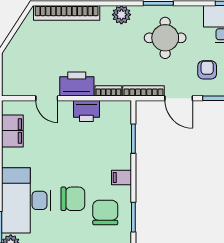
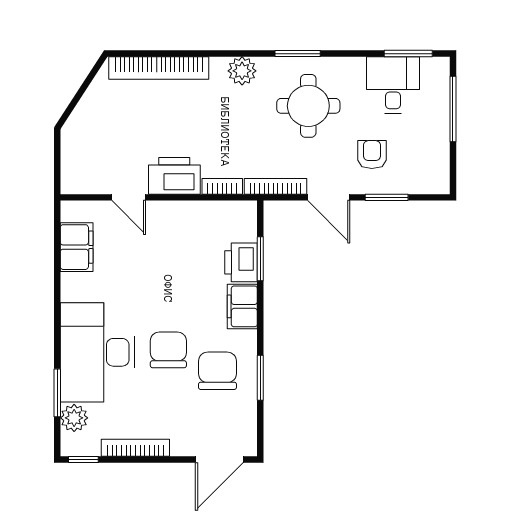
printer: (86, 111) -> (241, 262), moved, turned 90
filing cabinet: (122, 177) -> (242, 306), width x2.00
chair: (73, 199) -> (168, 350), turned -90

